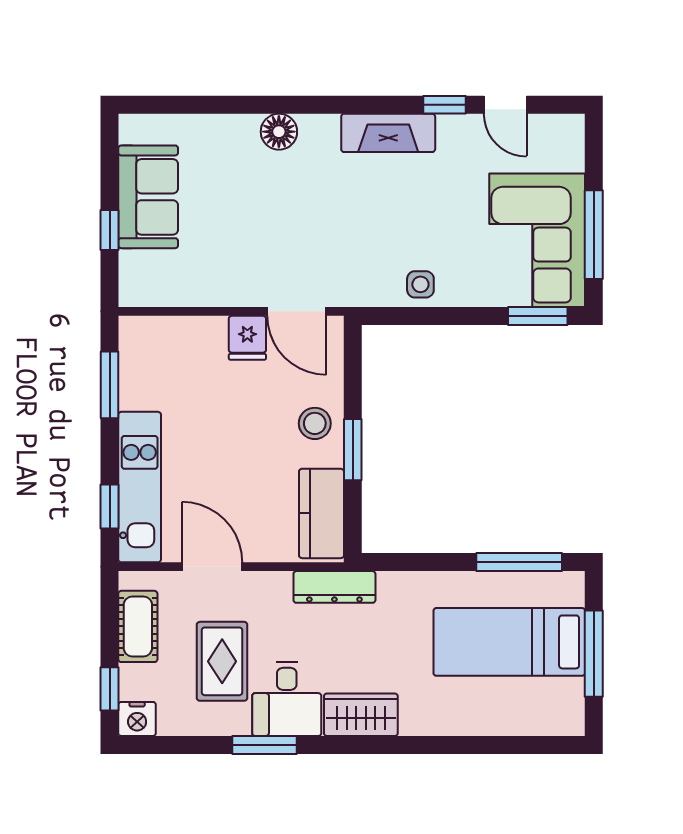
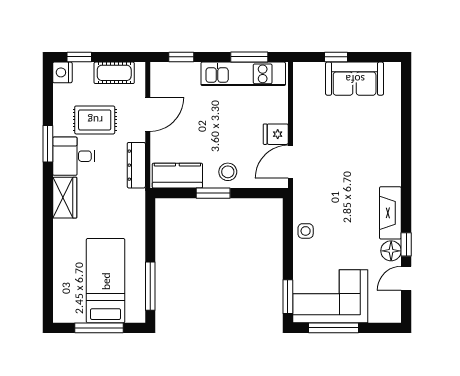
floor lamp: (279, 132) -> (391, 251), moved
kitchen unit: (140, 487) -> (243, 74), moved
dresser: (334, 587) -> (136, 165), moved

